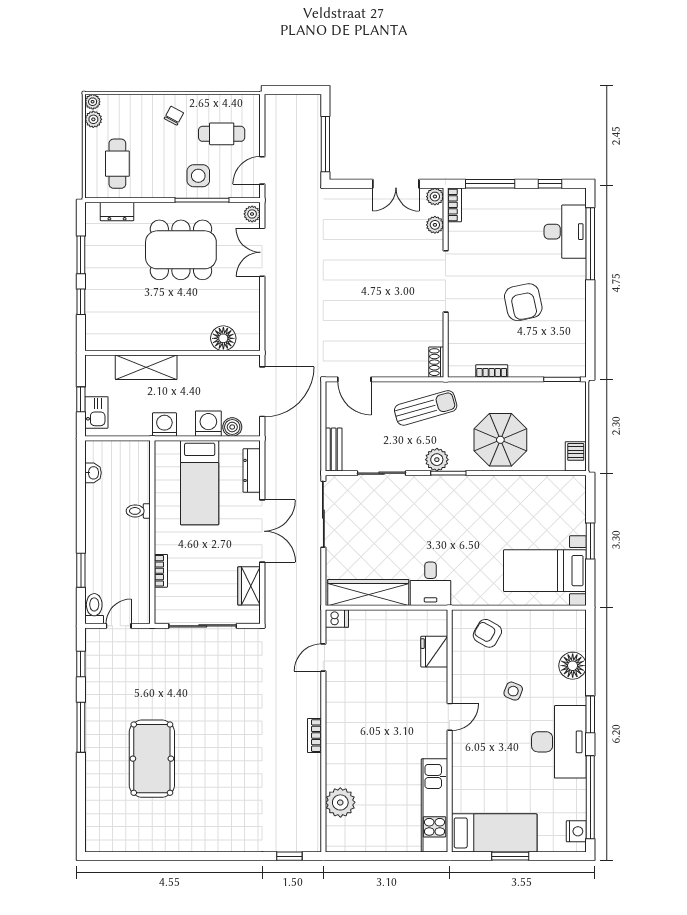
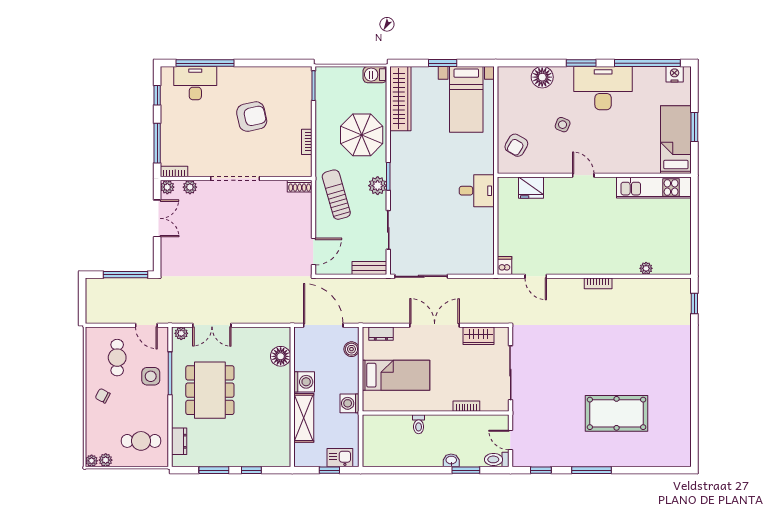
washing machine: (208, 424) -> (304, 382), moved, turned 180
dresser: (252, 470) -> (381, 334), width x0.70
washbasin: (93, 473) -> (451, 460), moved
wardrobe: (368, 592) -> (400, 99), moved, turned 180
plant: (340, 802) -> (646, 268), width x0.53, depth x0.53

